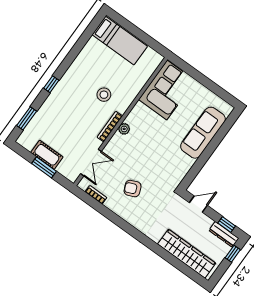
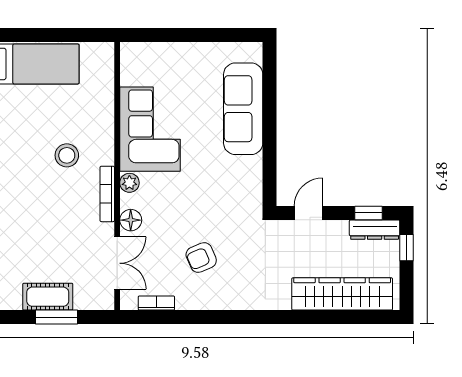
corner sofa: (167, 90) -> (150, 129), moved
floor lamp: (112, 147) -> (131, 220), added

